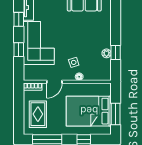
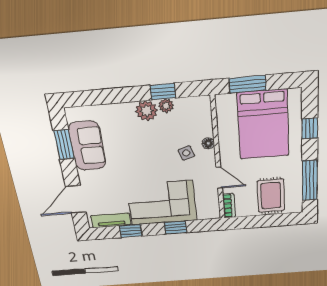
plant: (104, 41) -> (146, 111), added
rug: (38, 114) -> (271, 196), turned 90
window: (116, 114) -> (248, 84), moved

